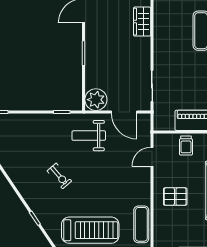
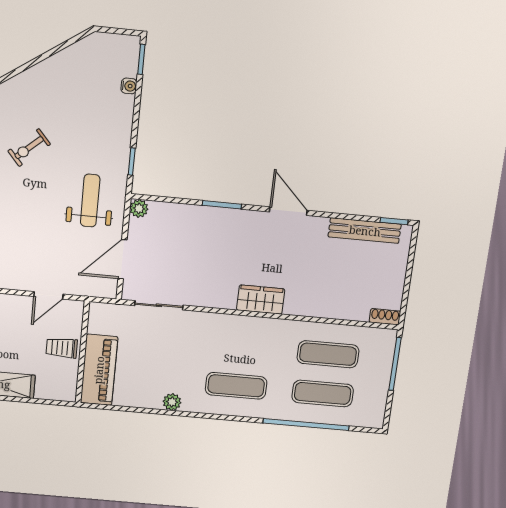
plant: (96, 100) -> (139, 208), width x0.53, depth x0.53
water cooler: (16, 118) -> (129, 86), added
door: (152, 157) -> (48, 295), swing flipped

